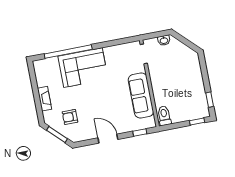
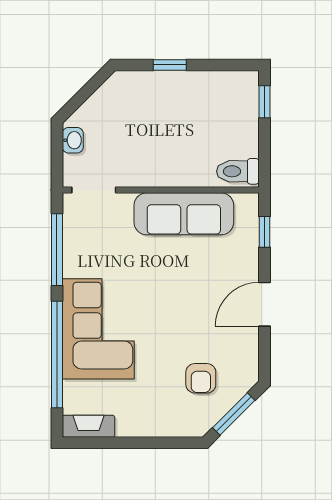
window: (114, 43) -> (57, 250), added
fireplace: (45, 99) -> (89, 426), moved
window: (210, 100) -> (170, 65), moved

